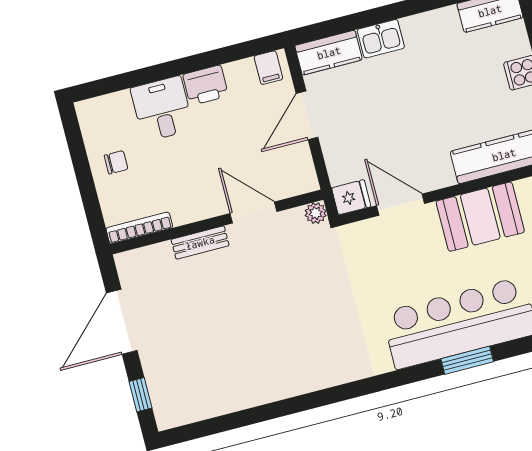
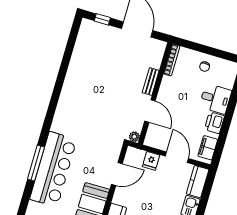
filing cabinet: (268, 68) -> (208, 148), width x2.00
fridge: (351, 197) -> (151, 161), moved
door: (253, 212) -> (150, 111), hinge flipped
window: (467, 360) -> (36, 163), width x1.44

